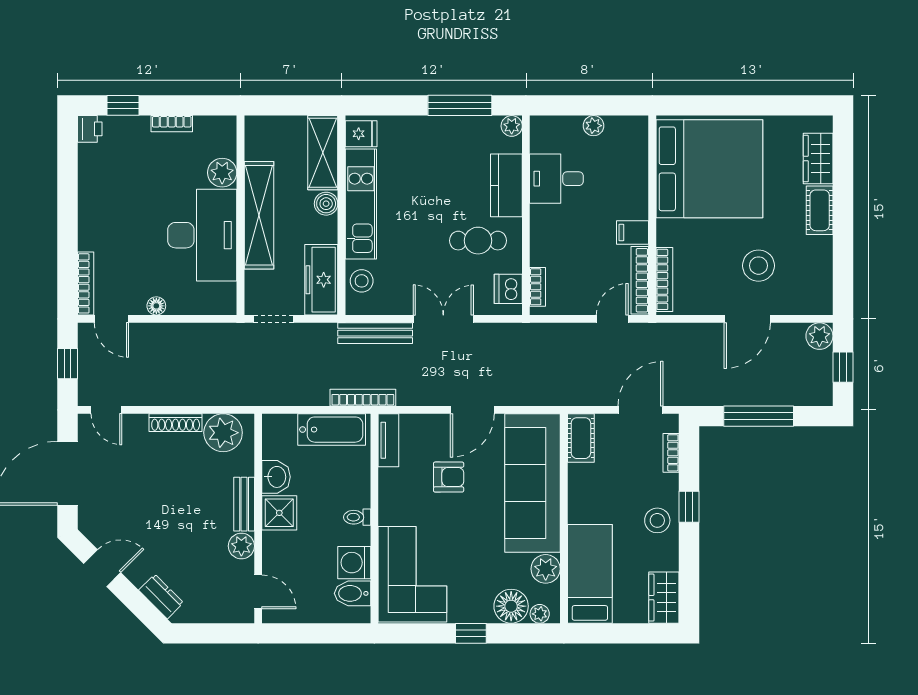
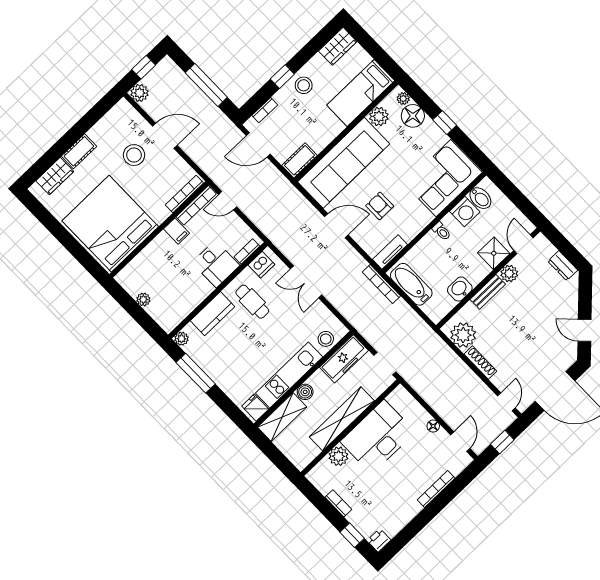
desk: (556, 179) -> (216, 264), moved
bookcase: (86, 283) -> (436, 489), moved
bench: (375, 333) -> (345, 308), removed
shower: (279, 513) -> (494, 253), moved
dresser: (161, 596) -> (563, 266), moved, turned -45

